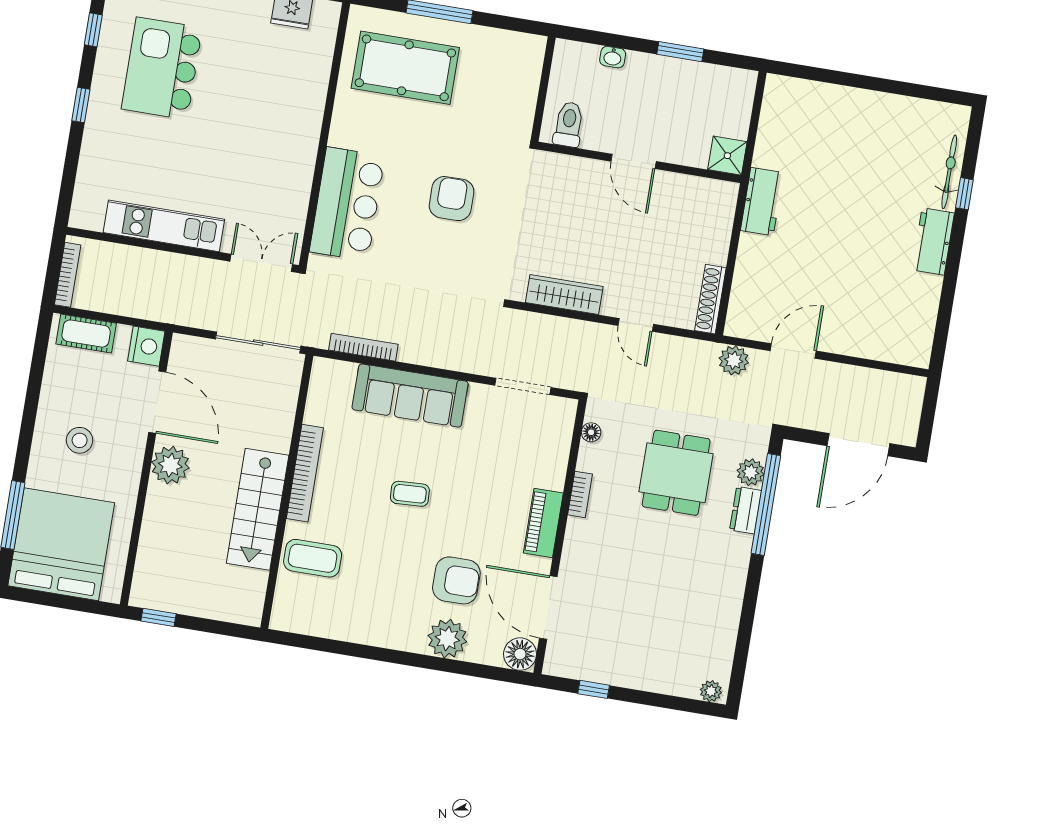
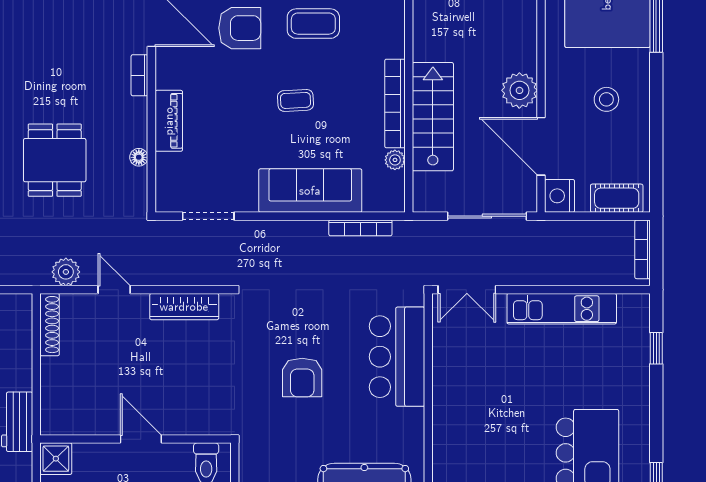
window: (81, 105) -> (656, 348), moved
sliding door: (258, 343) -> (487, 216), moved
plant: (734, 360) -> (66, 272), moved
plant: (315, 413) -> (395, 160), added
floor lamp: (591, 432) -> (139, 157), moved
bookcase: (580, 494) -> (139, 75), moved
stairs: (258, 509) -> (433, 117), moved
piano: (543, 523) -> (169, 121), moved
coffee table: (313, 558) -> (313, 24), moved
armchair: (456, 580) -> (240, 28), turned 180

